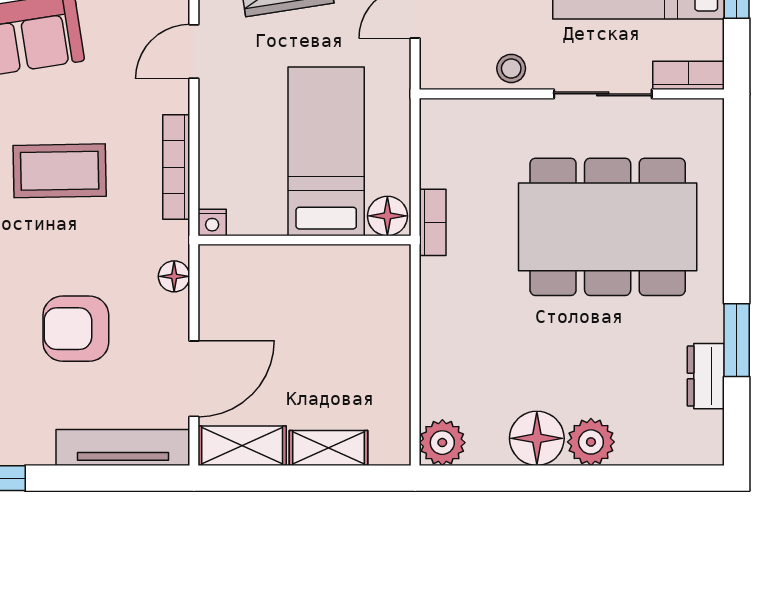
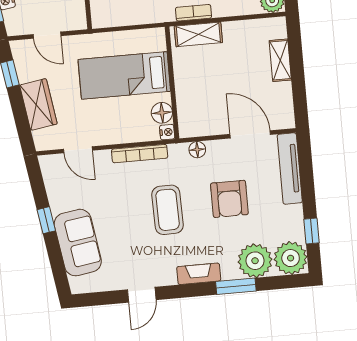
coffee table: (60, 171) -> (168, 210), moved
floor lamp: (387, 216) -> (162, 113), moved
bookcase: (433, 222) -> (194, 13), moved
shelving: (242, 446) -> (198, 34), moved, turned 90

